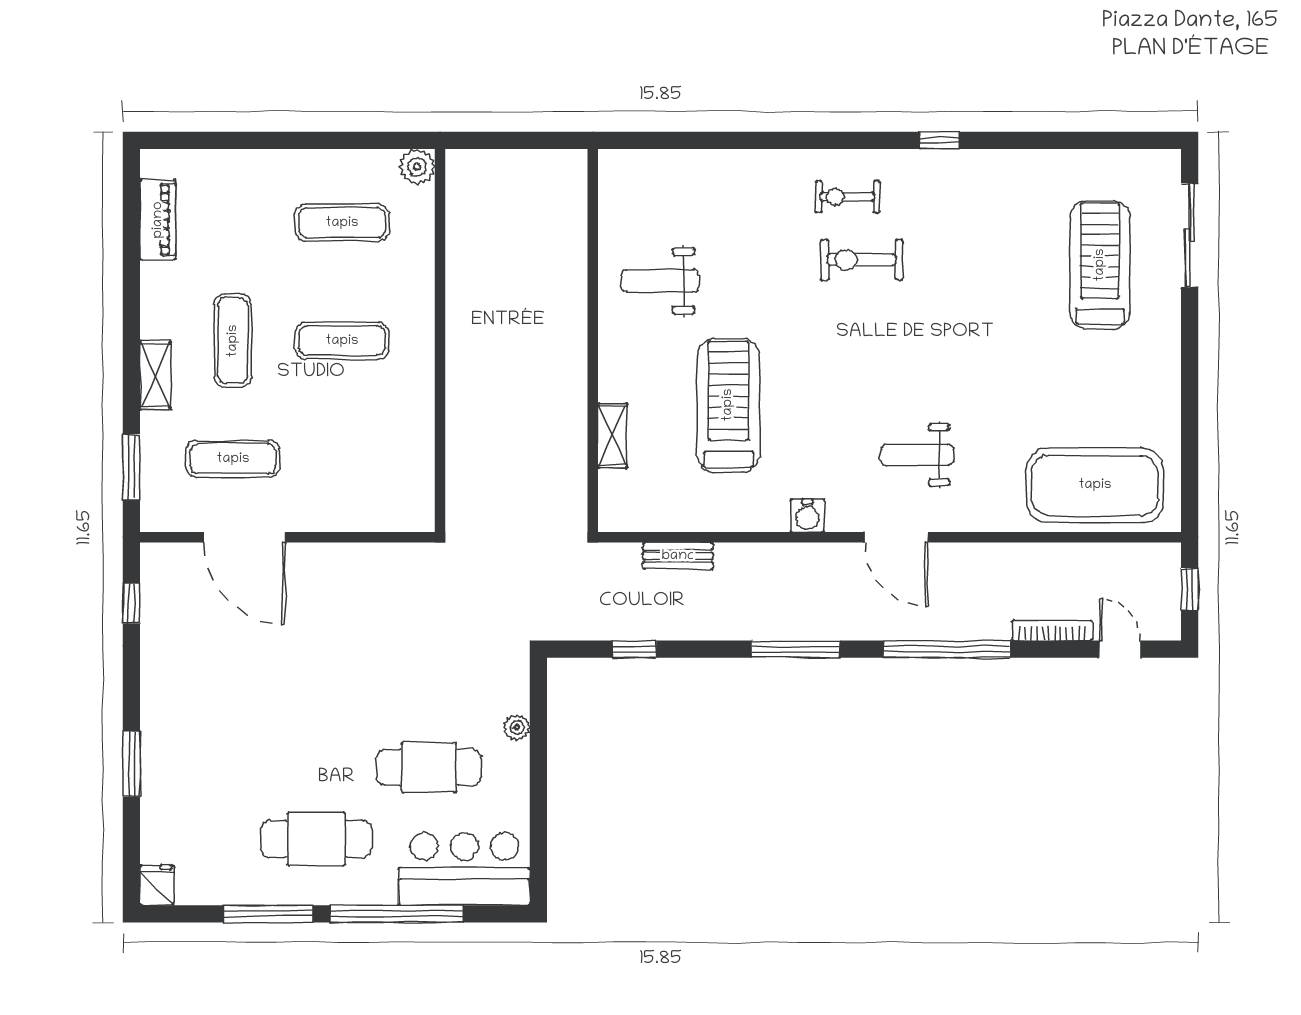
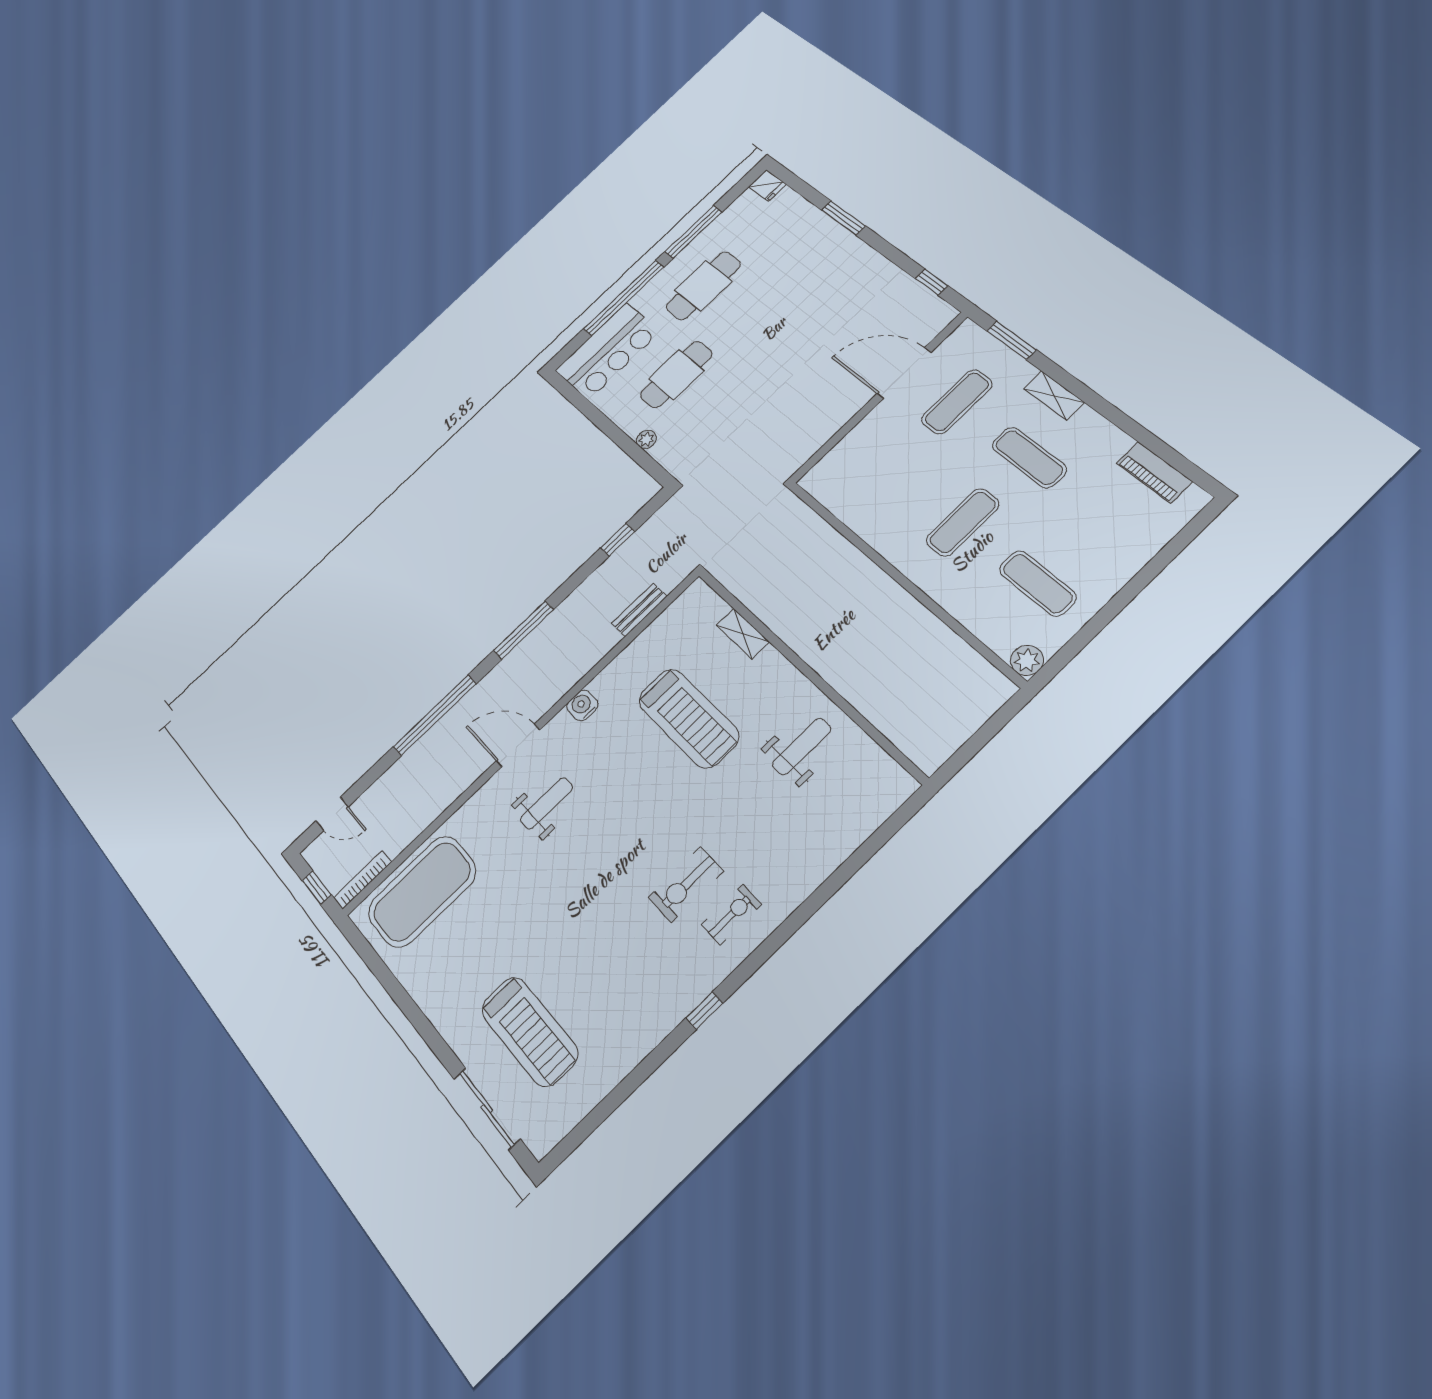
exercise mat: (342, 223) -> (1038, 583), turned 90
exercise bike: (862, 260) -> (686, 884), turned 180
bookcase: (1052, 630) -> (362, 880), moved, turned 180

